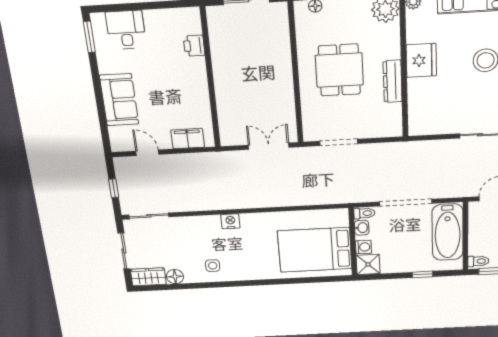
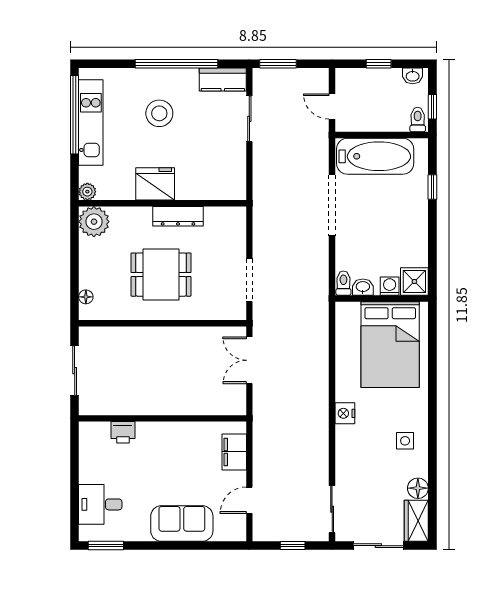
toilet: (364, 213) -> (343, 283), moved
washbasin: (362, 228) -> (363, 287), moved
wall: (353, 242) -> (382, 298), moved
washing machine: (363, 247) -> (390, 286), moved
bed: (315, 250) -> (390, 345), moved
shower: (368, 264) -> (414, 281), moved

